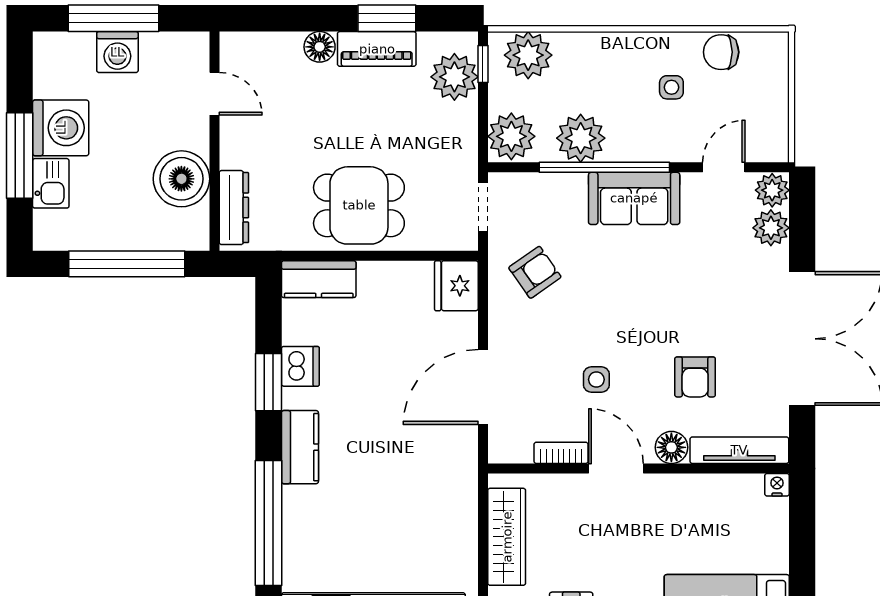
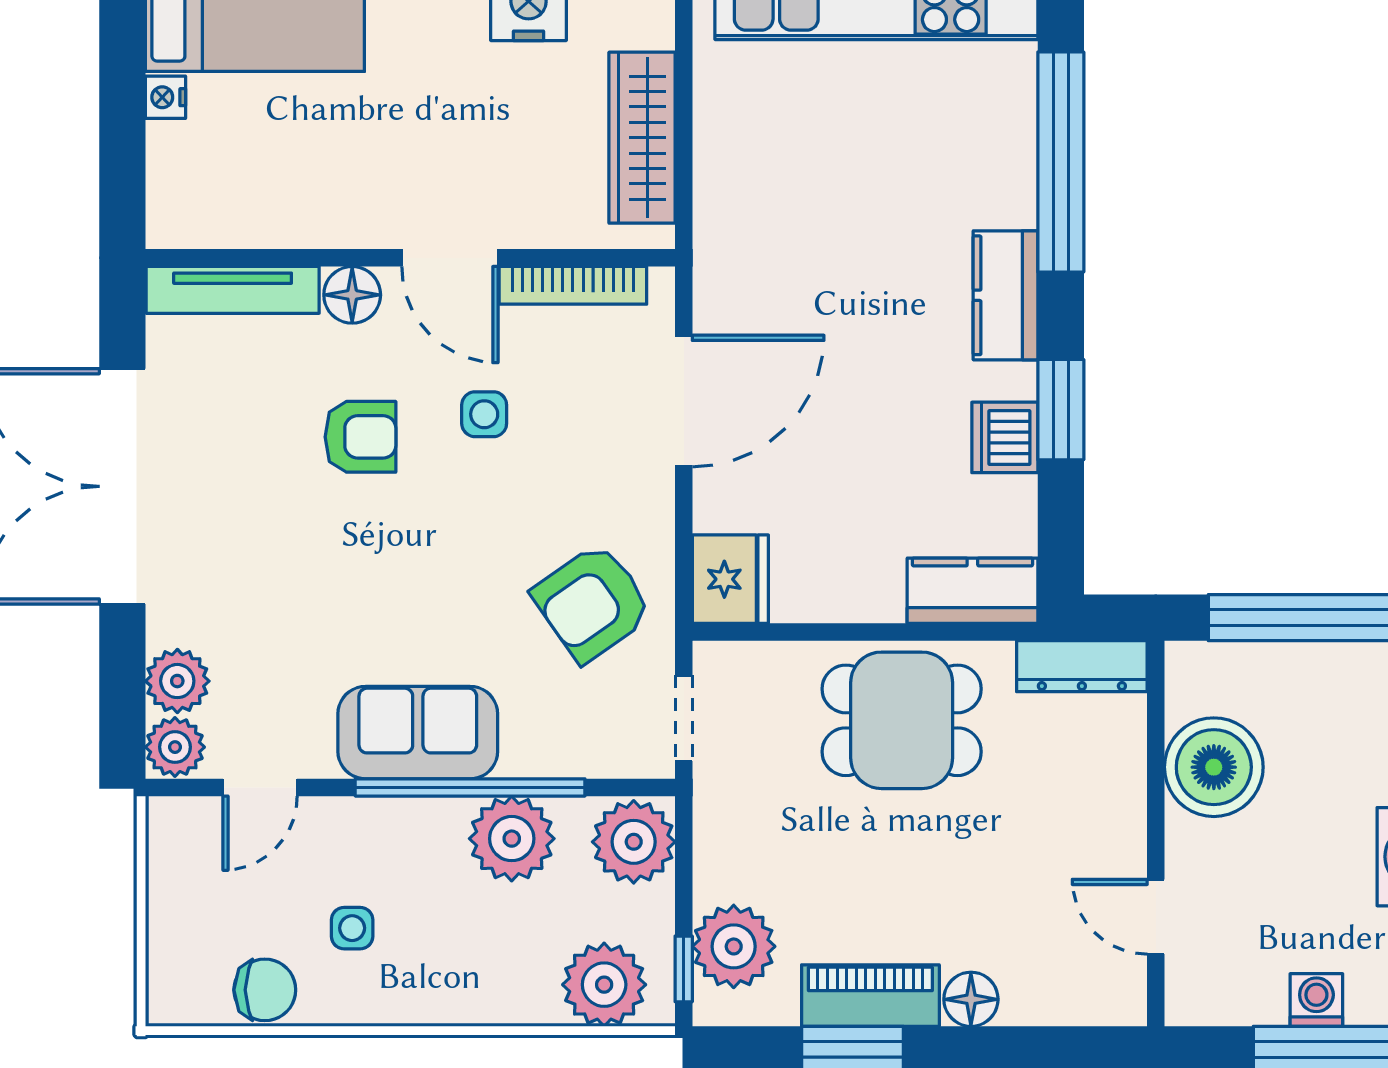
washing machine: (117, 52) -> (1316, 1000), width x0.73, depth x0.73
dresser: (234, 208) -> (1082, 666), moved, turned -90
armchair: (535, 272) -> (592, 603), width x1.38, depth x1.38
armchair: (695, 377) -> (360, 437), moved, turned 90
bookcase: (561, 453) -> (573, 285), width x1.56
nightstand: (777, 485) -> (165, 97), moved, turned 90

